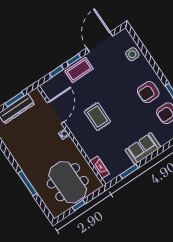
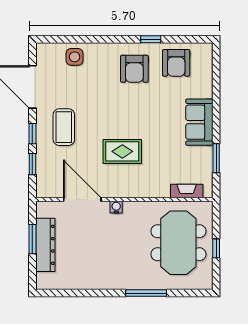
coffee table: (79, 70) -> (64, 127), moved
meeting table: (68, 182) -> (178, 243), turned 90

